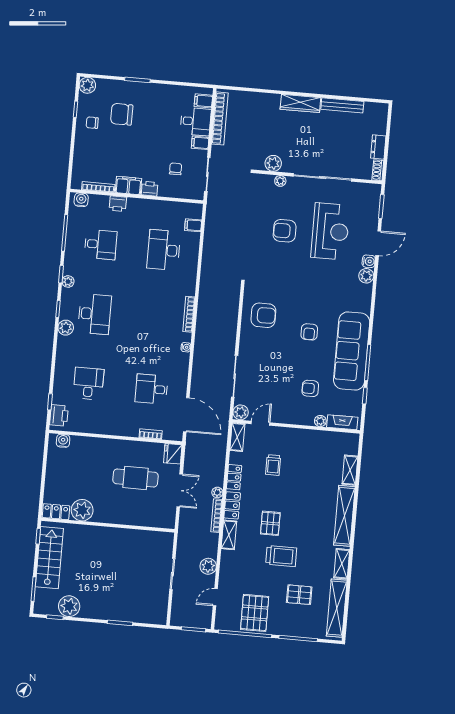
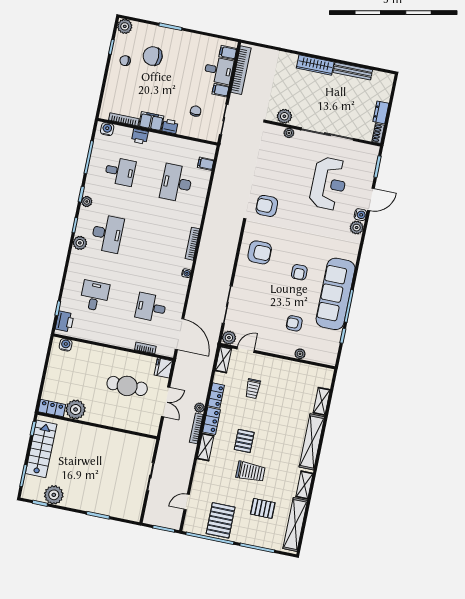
armchair: (285, 231) -> (267, 206), moved
fireplace: (342, 422) -> (320, 357), removed
plant: (208, 566) -> (184, 473), removed

